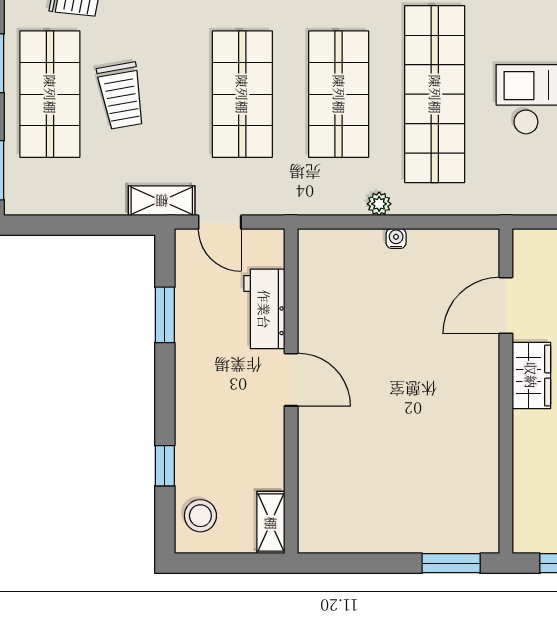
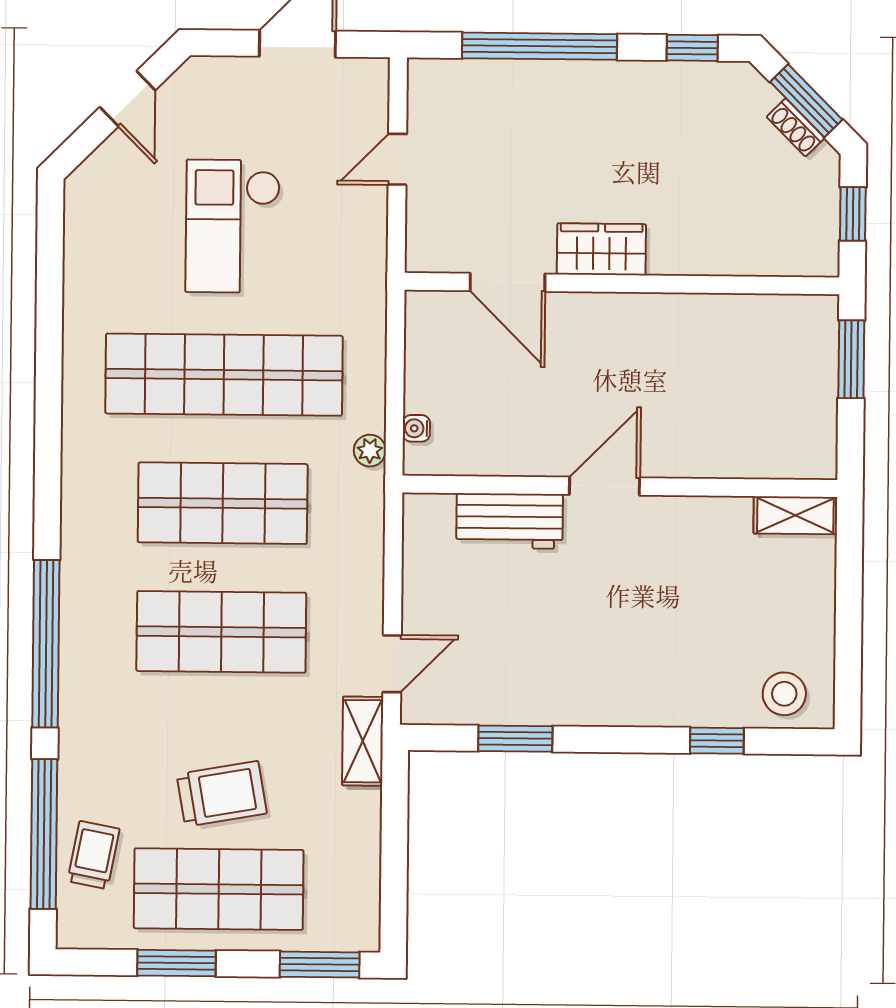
workbench: (264, 309) -> (510, 521), moved
door: (291, 380) -> (605, 486), moved
wall: (291, 391) -> (620, 486), moved
shelving: (271, 523) -> (795, 515), moved

